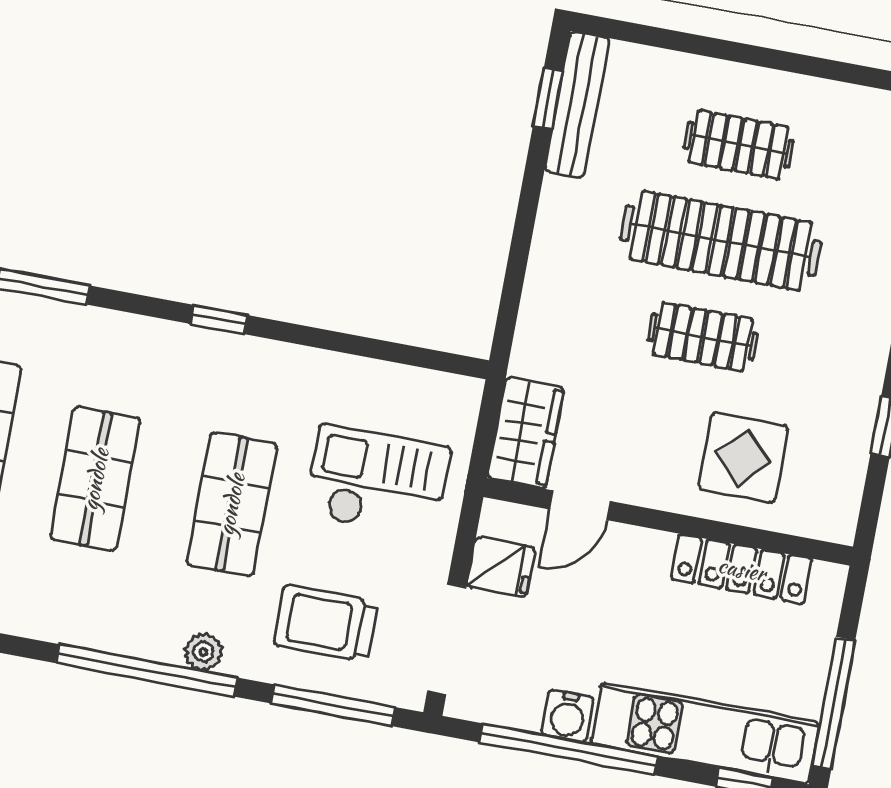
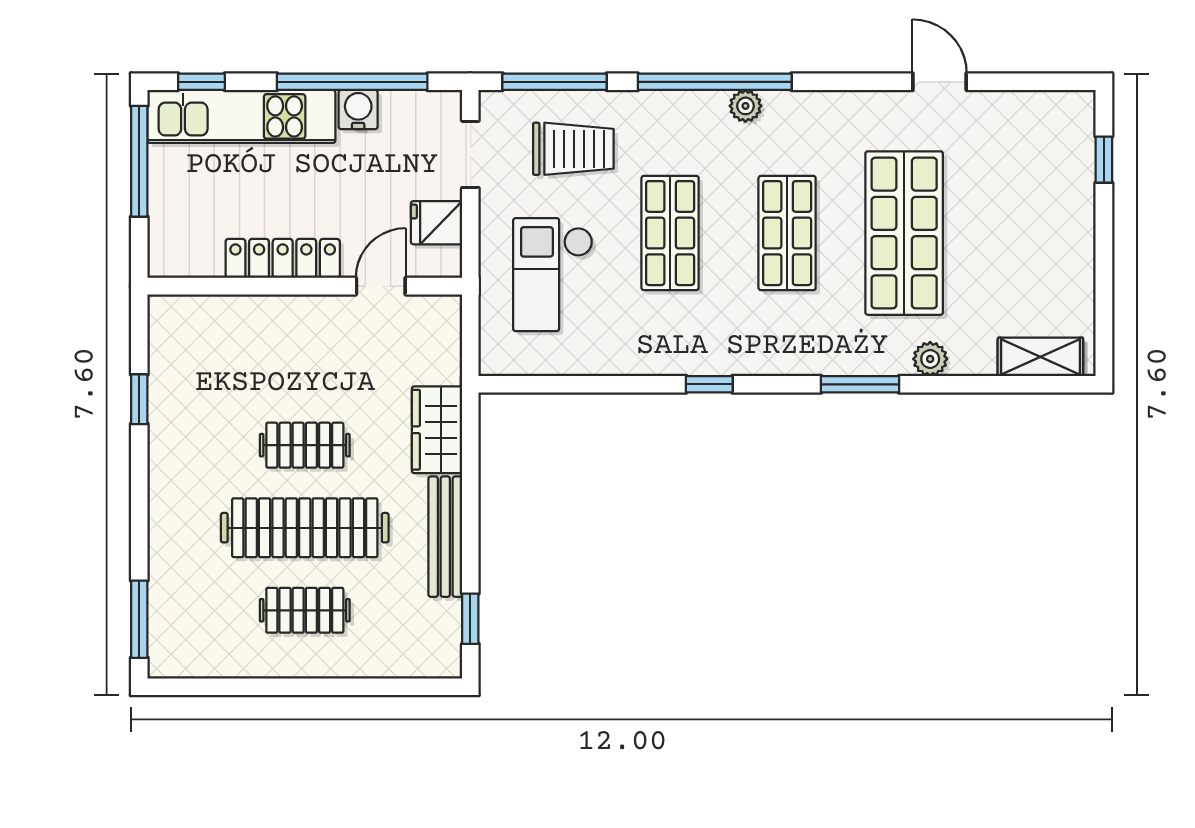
bench: (577, 105) -> (445, 537), moved
wardrobe: (526, 433) -> (437, 430), moved
display table: (743, 458) -> (252, 351), removed
checkout: (377, 481) -> (553, 275), turned 90
locker: (742, 569) -> (283, 258), moved
doorway: (447, 639) -> (470, 154), width x0.73
plant: (203, 652) -> (745, 106), moved

